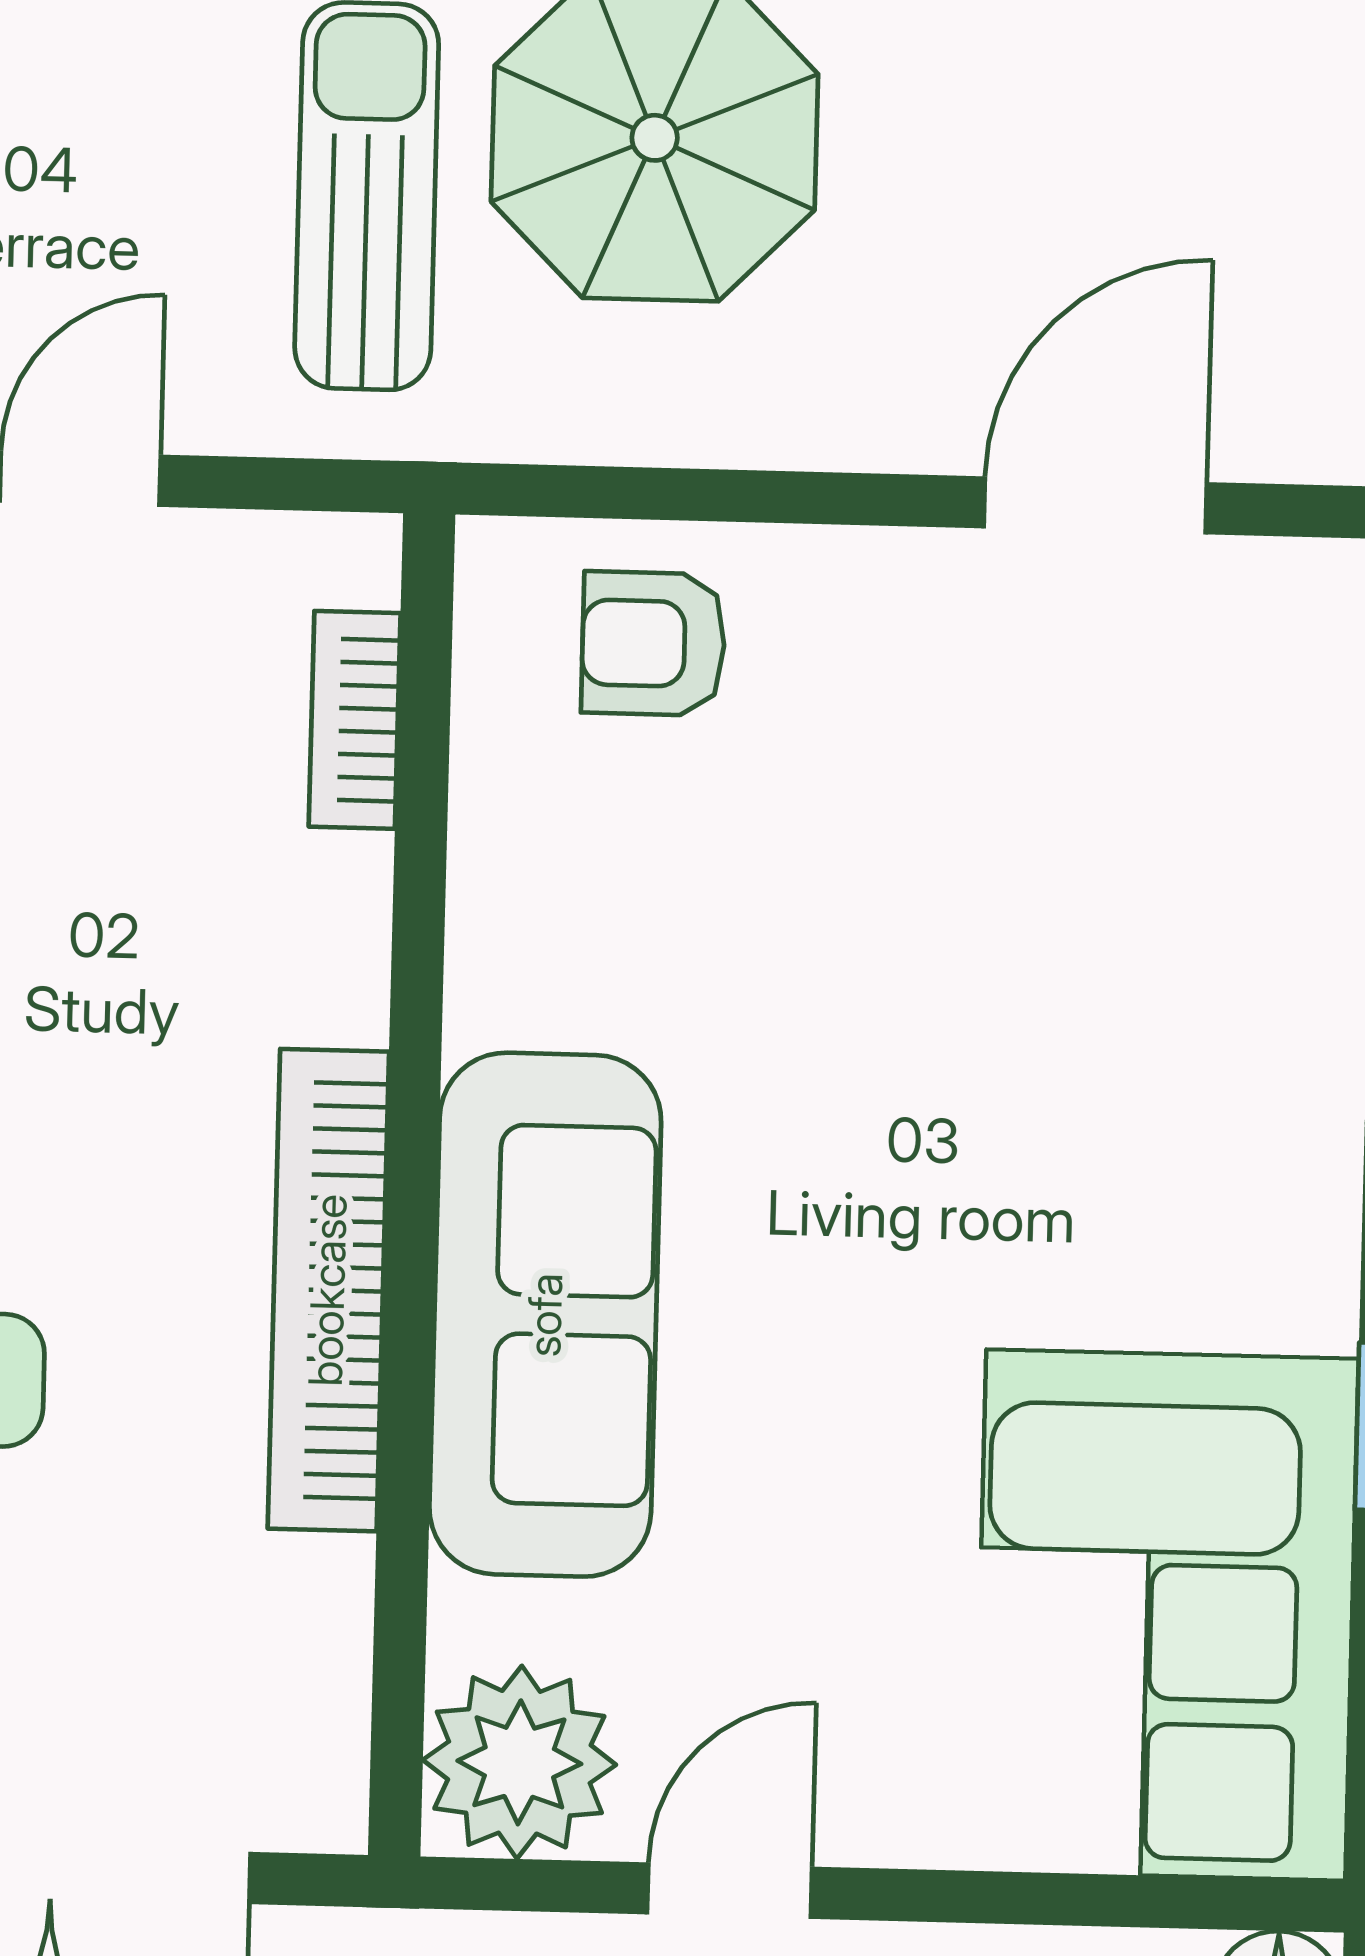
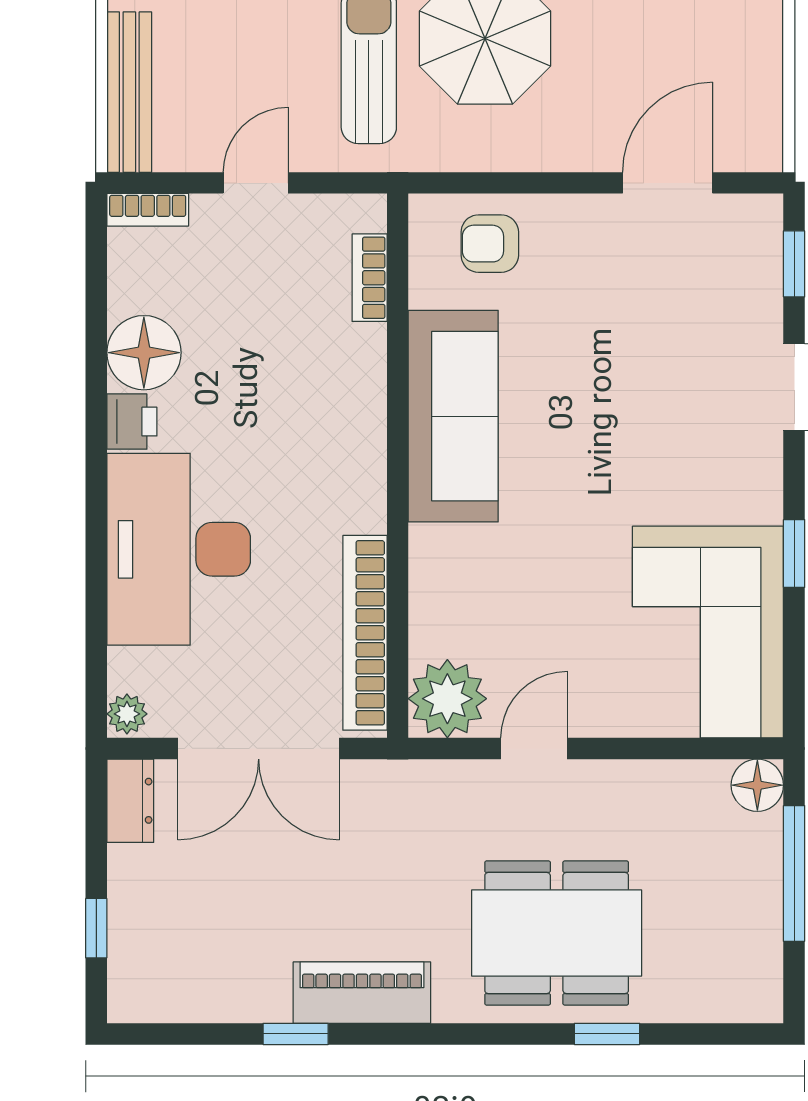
bookcase: (328, 1290) -> (365, 633), moved
sofa: (545, 1315) -> (453, 416), moved

